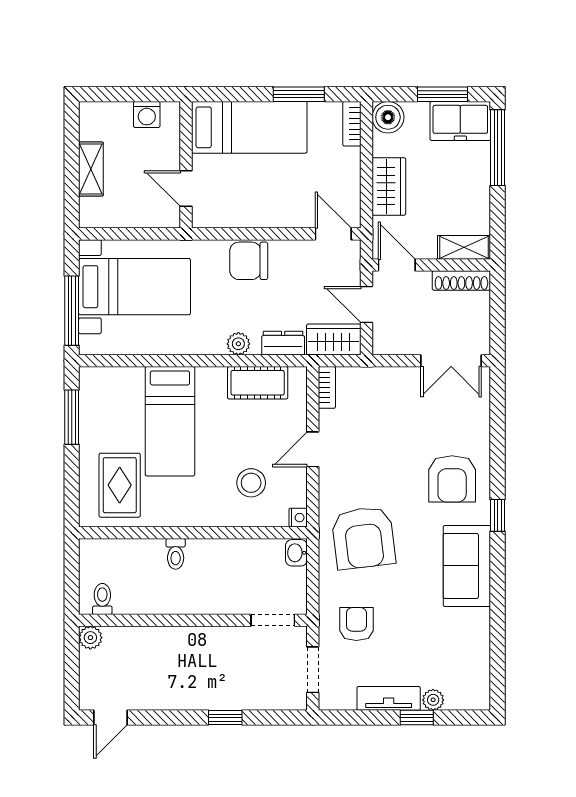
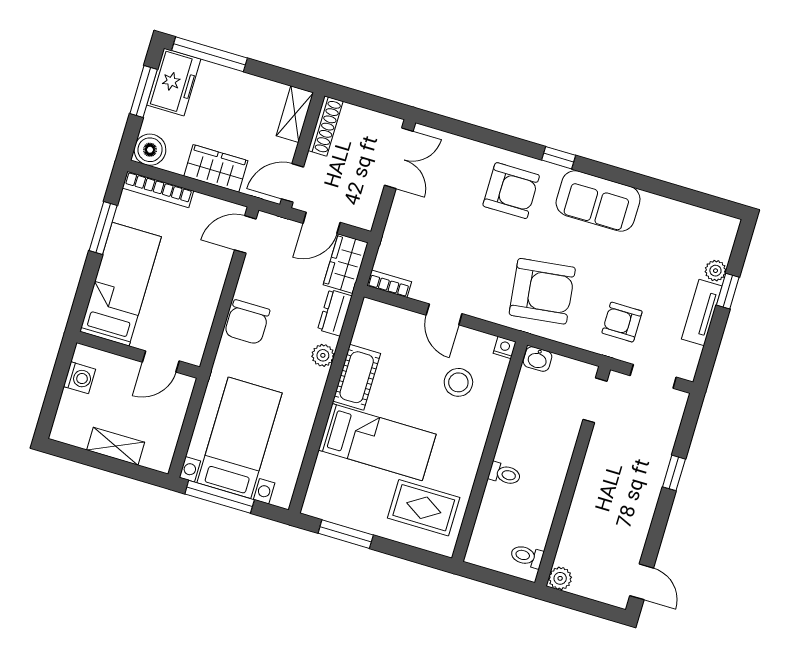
bookcase: (352, 124) -> (158, 189), width x1.56
window: (72, 311) -> (220, 497), moved
cot: (258, 383) -> (357, 377), moved

